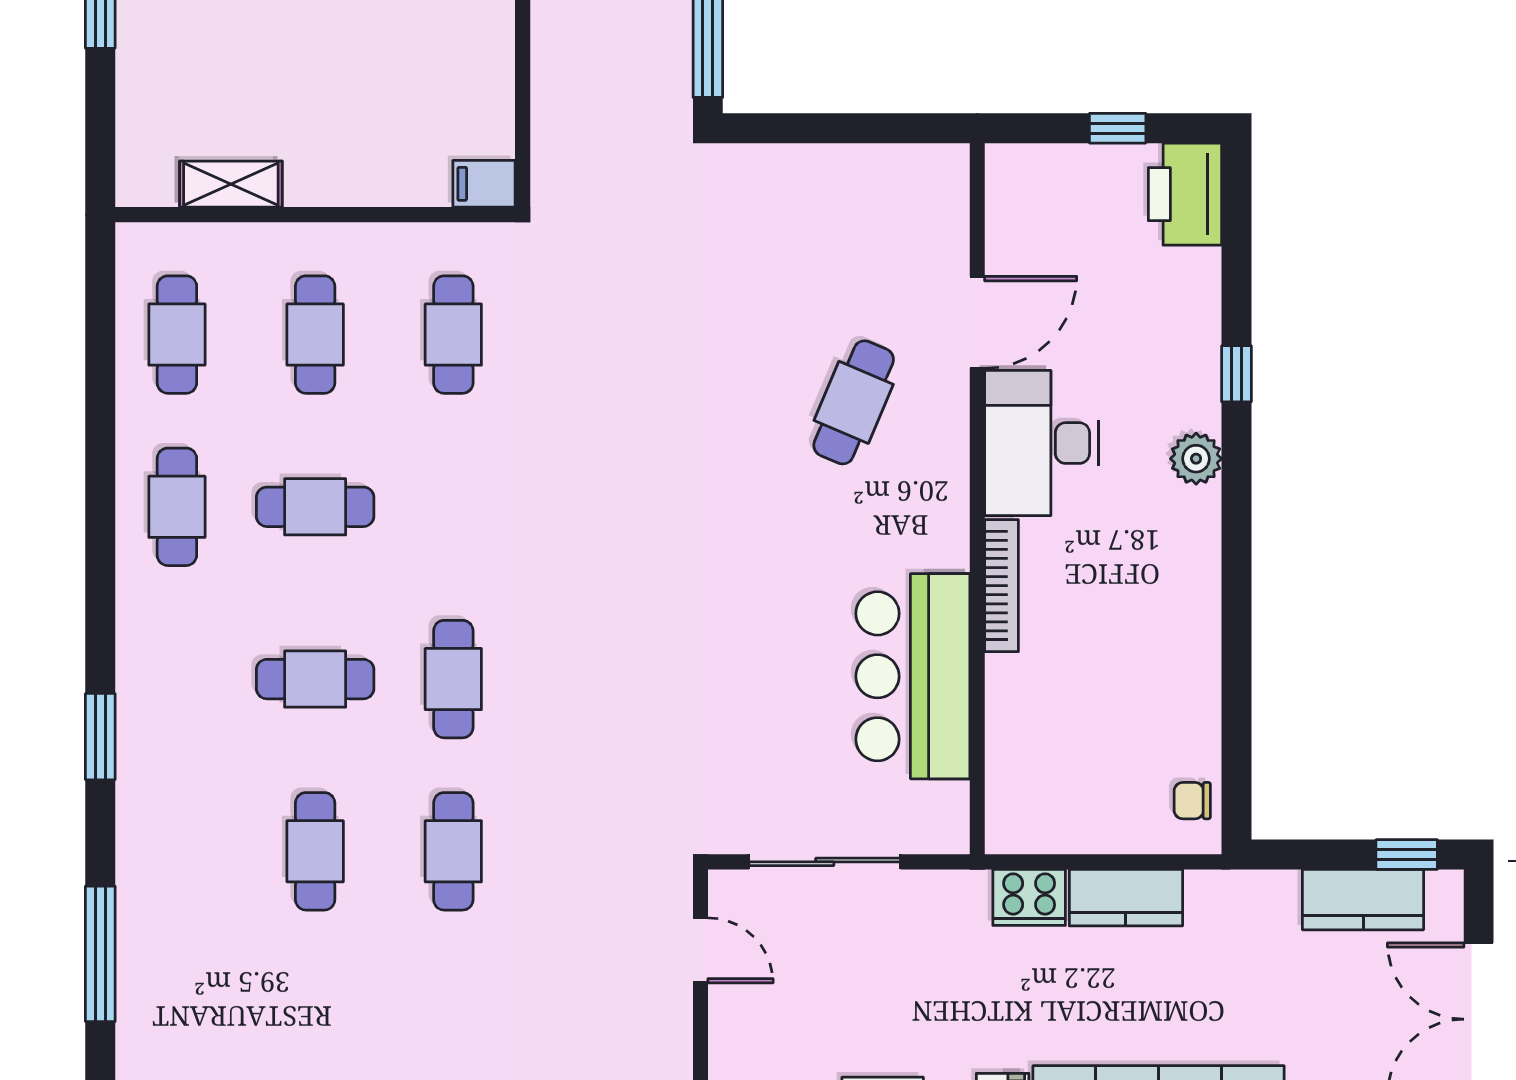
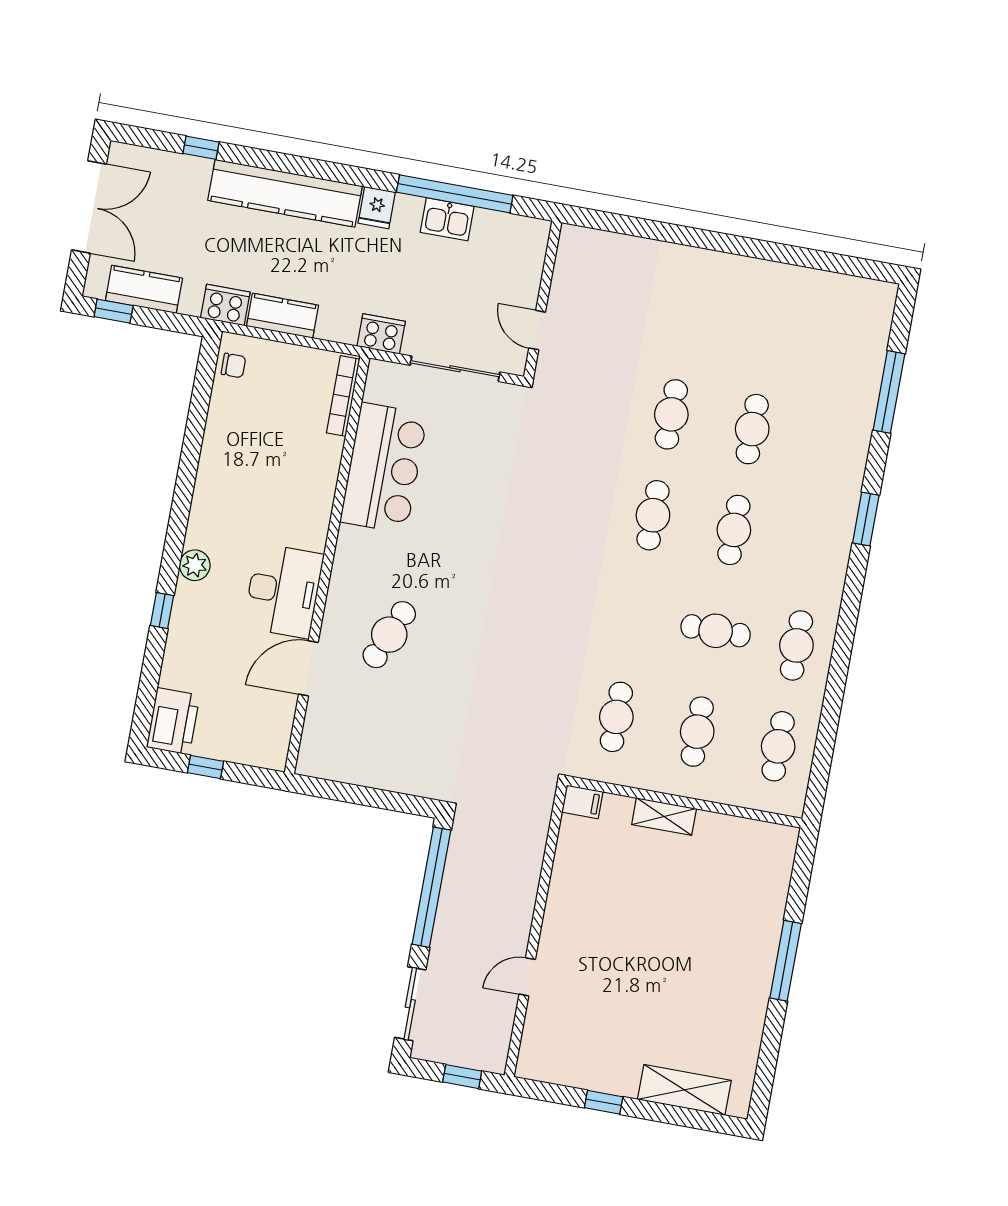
shelving: (231, 184) -> (664, 817), moved
bookcase: (1001, 586) -> (343, 396), moved
cafe table: (315, 679) -> (734, 530), turned 90
cooker: (1029, 897) -> (381, 334), moved
cooker: (1224, 898) -> (225, 305), added

